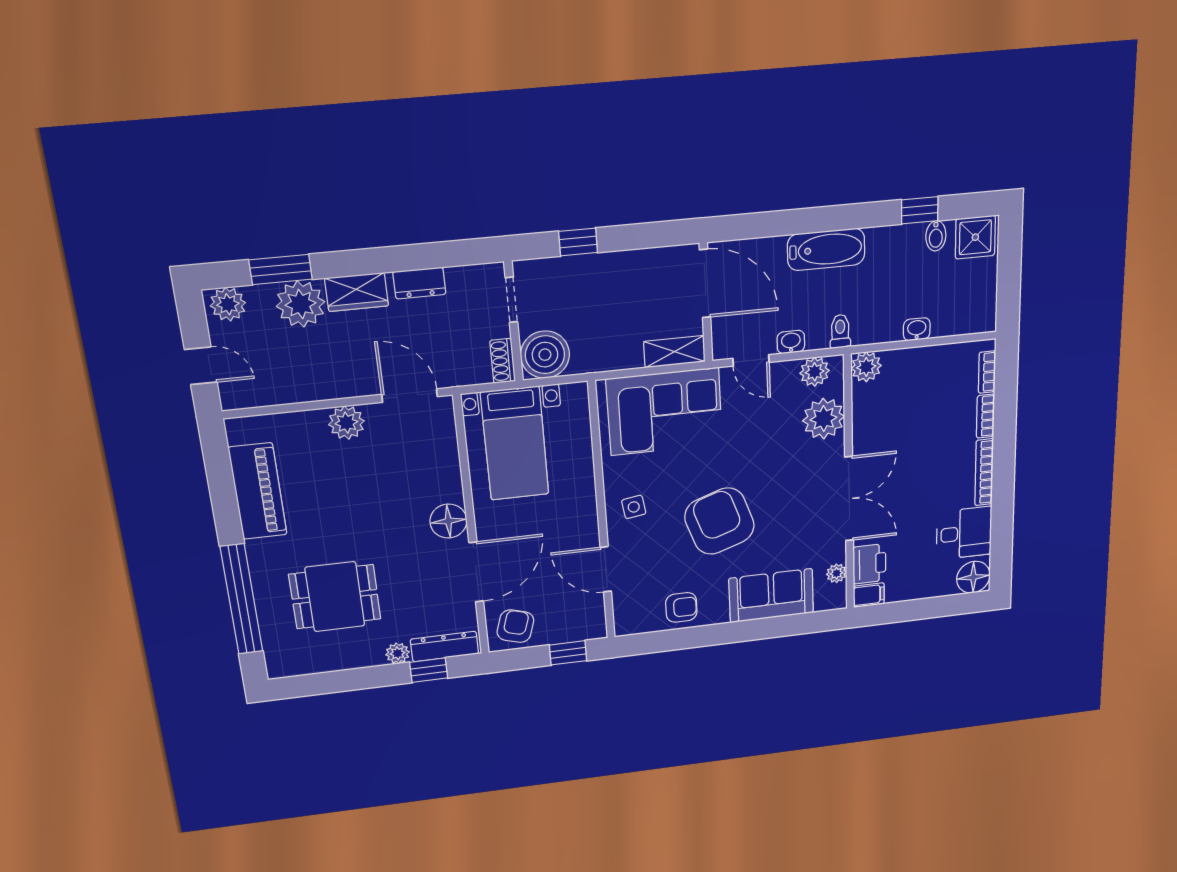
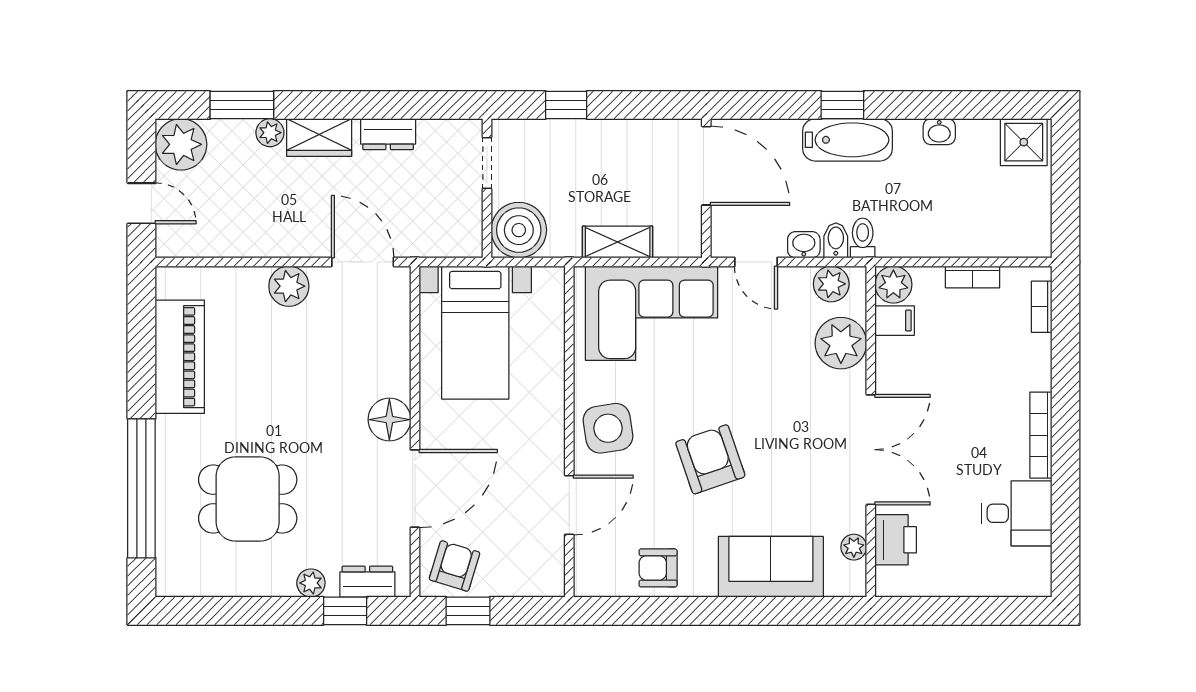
window: (920, 210) -> (842, 105), moved
bidet: (936, 236) -> (836, 240), moved, turned 180
plant: (228, 304) -> (181, 144), width x1.36, depth x1.36
plant: (301, 304) -> (270, 133), width x0.53, depth x0.53
washbasin: (917, 329) -> (939, 132), moved, turned 180
shelving: (674, 352) -> (618, 242), moved
shoe rack: (503, 361) -> (470, 232), removed
bookcase: (985, 416) -> (973, 277), moved, turned -90
side table: (634, 507) -> (608, 428), width x1.87, depth x1.87
armchair: (719, 521) -> (710, 459), width x0.73, depth x0.73
door: (606, 569) -> (569, 505), swing flipped
floor lamp: (973, 577) -> (1030, 575), removed
filing cabinet: (869, 595) -> (895, 321), moved
armchair: (681, 607) -> (658, 568), turned 180
dresser: (445, 647) -> (367, 582), width x0.70
window: (568, 653) -> (468, 611), moved

